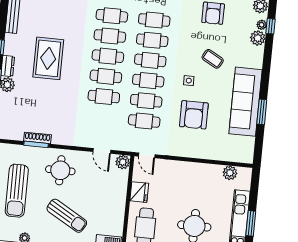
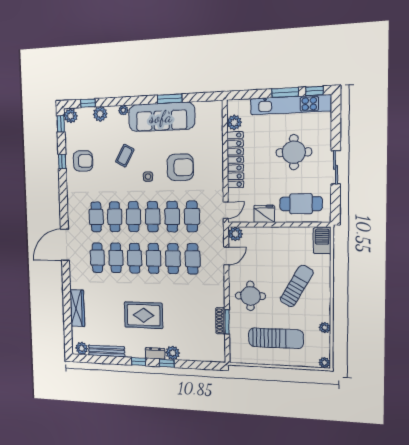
plant: (262, 25) -> (123, 110), moved
cafe table: (102, 117) -> (193, 259), added
locker: (194, 170) -> (235, 160), added

